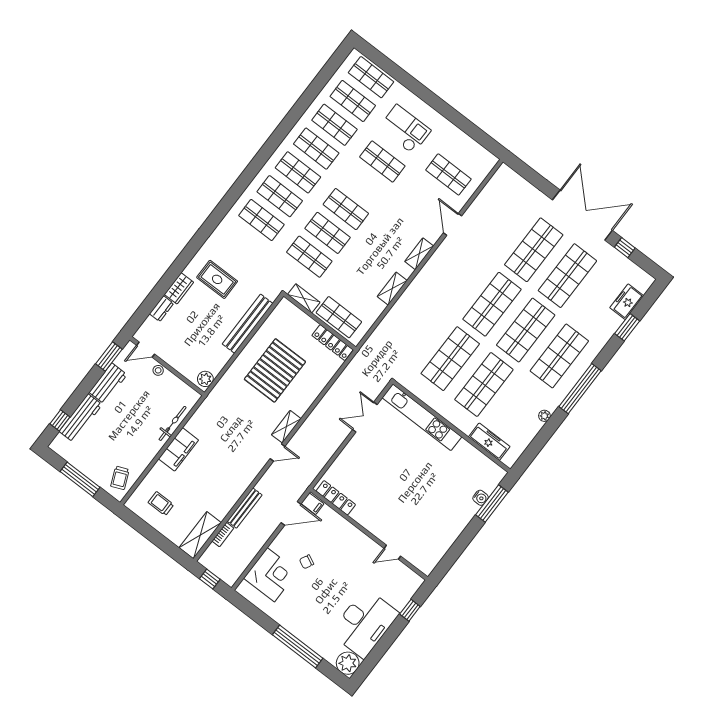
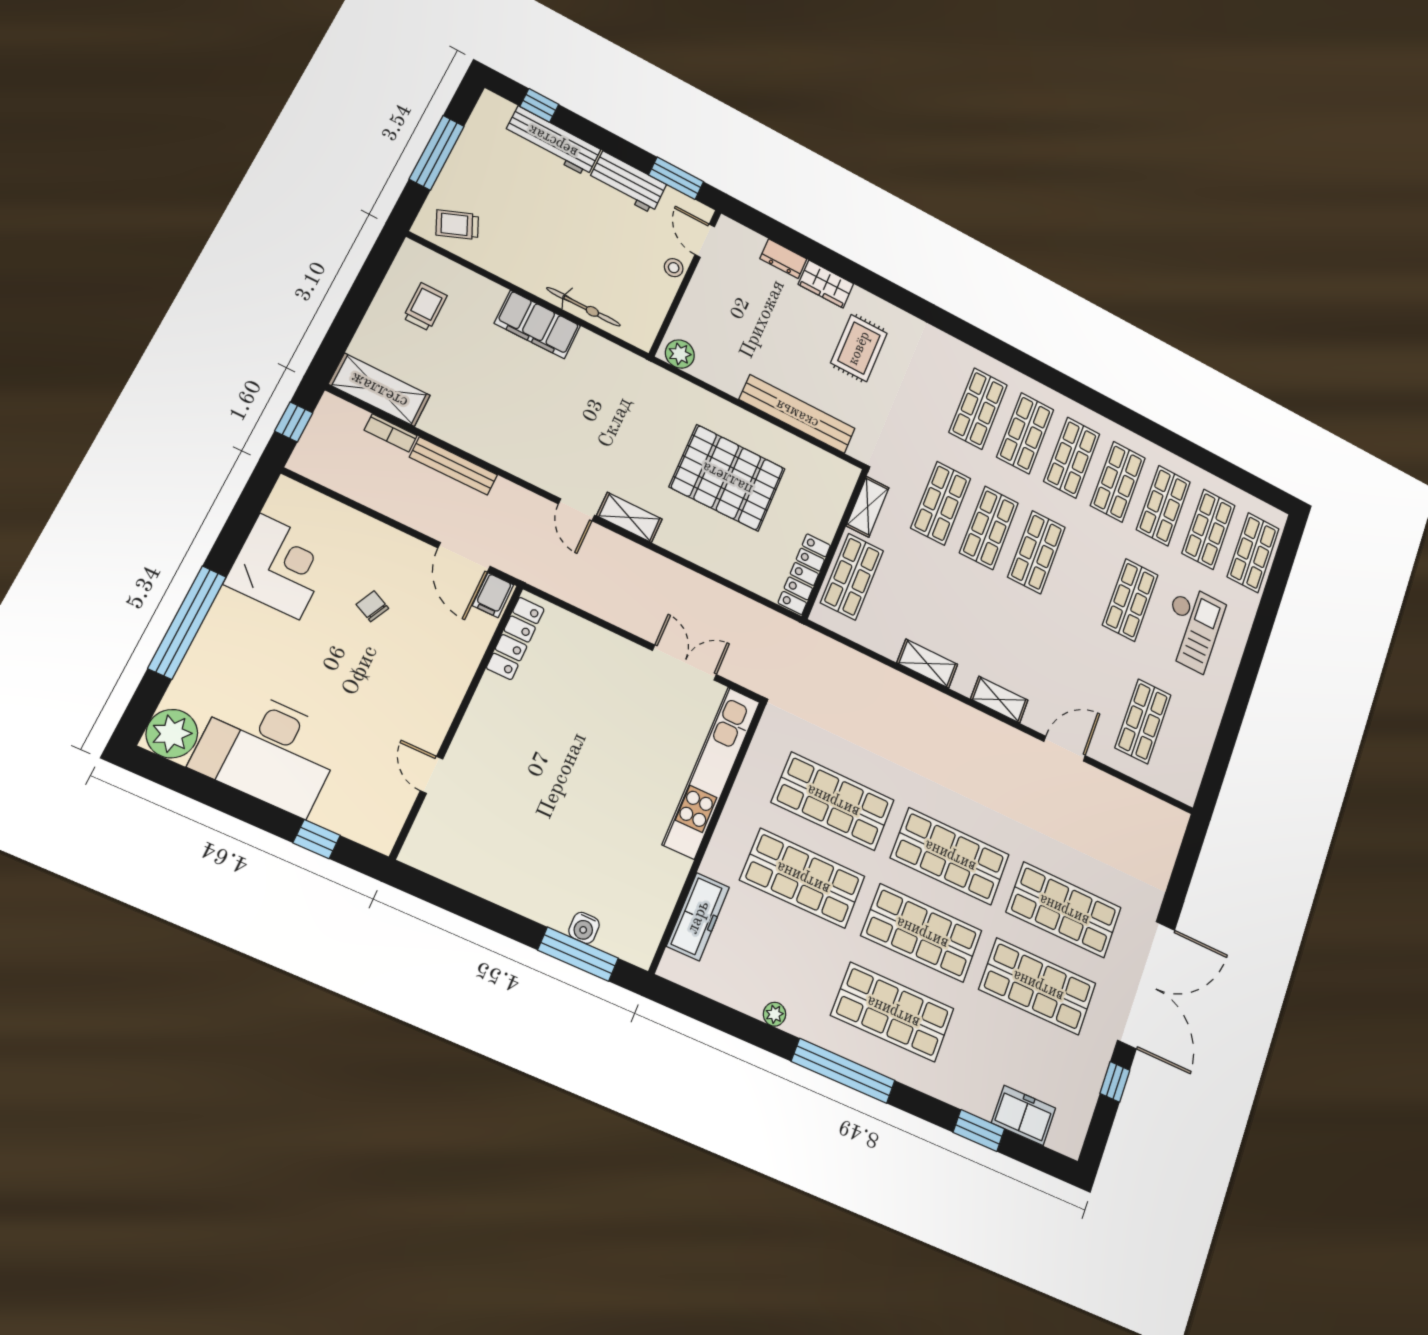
corner desk: (271, 575) -> (280, 566), moved, turned -90

